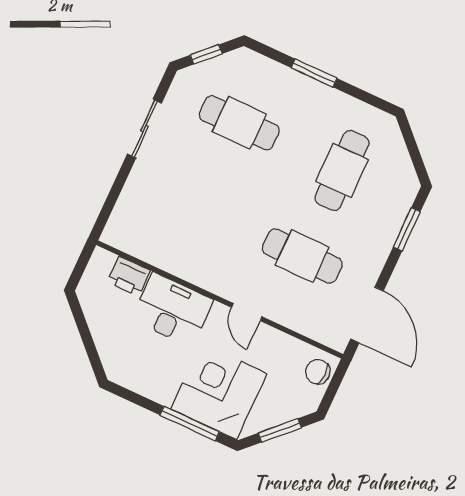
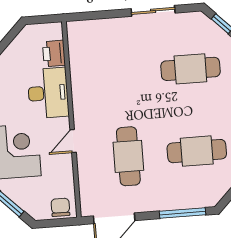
cafe table: (239, 123) -> (190, 69), turned 90
window: (407, 229) -> (183, 213), width x1.44

